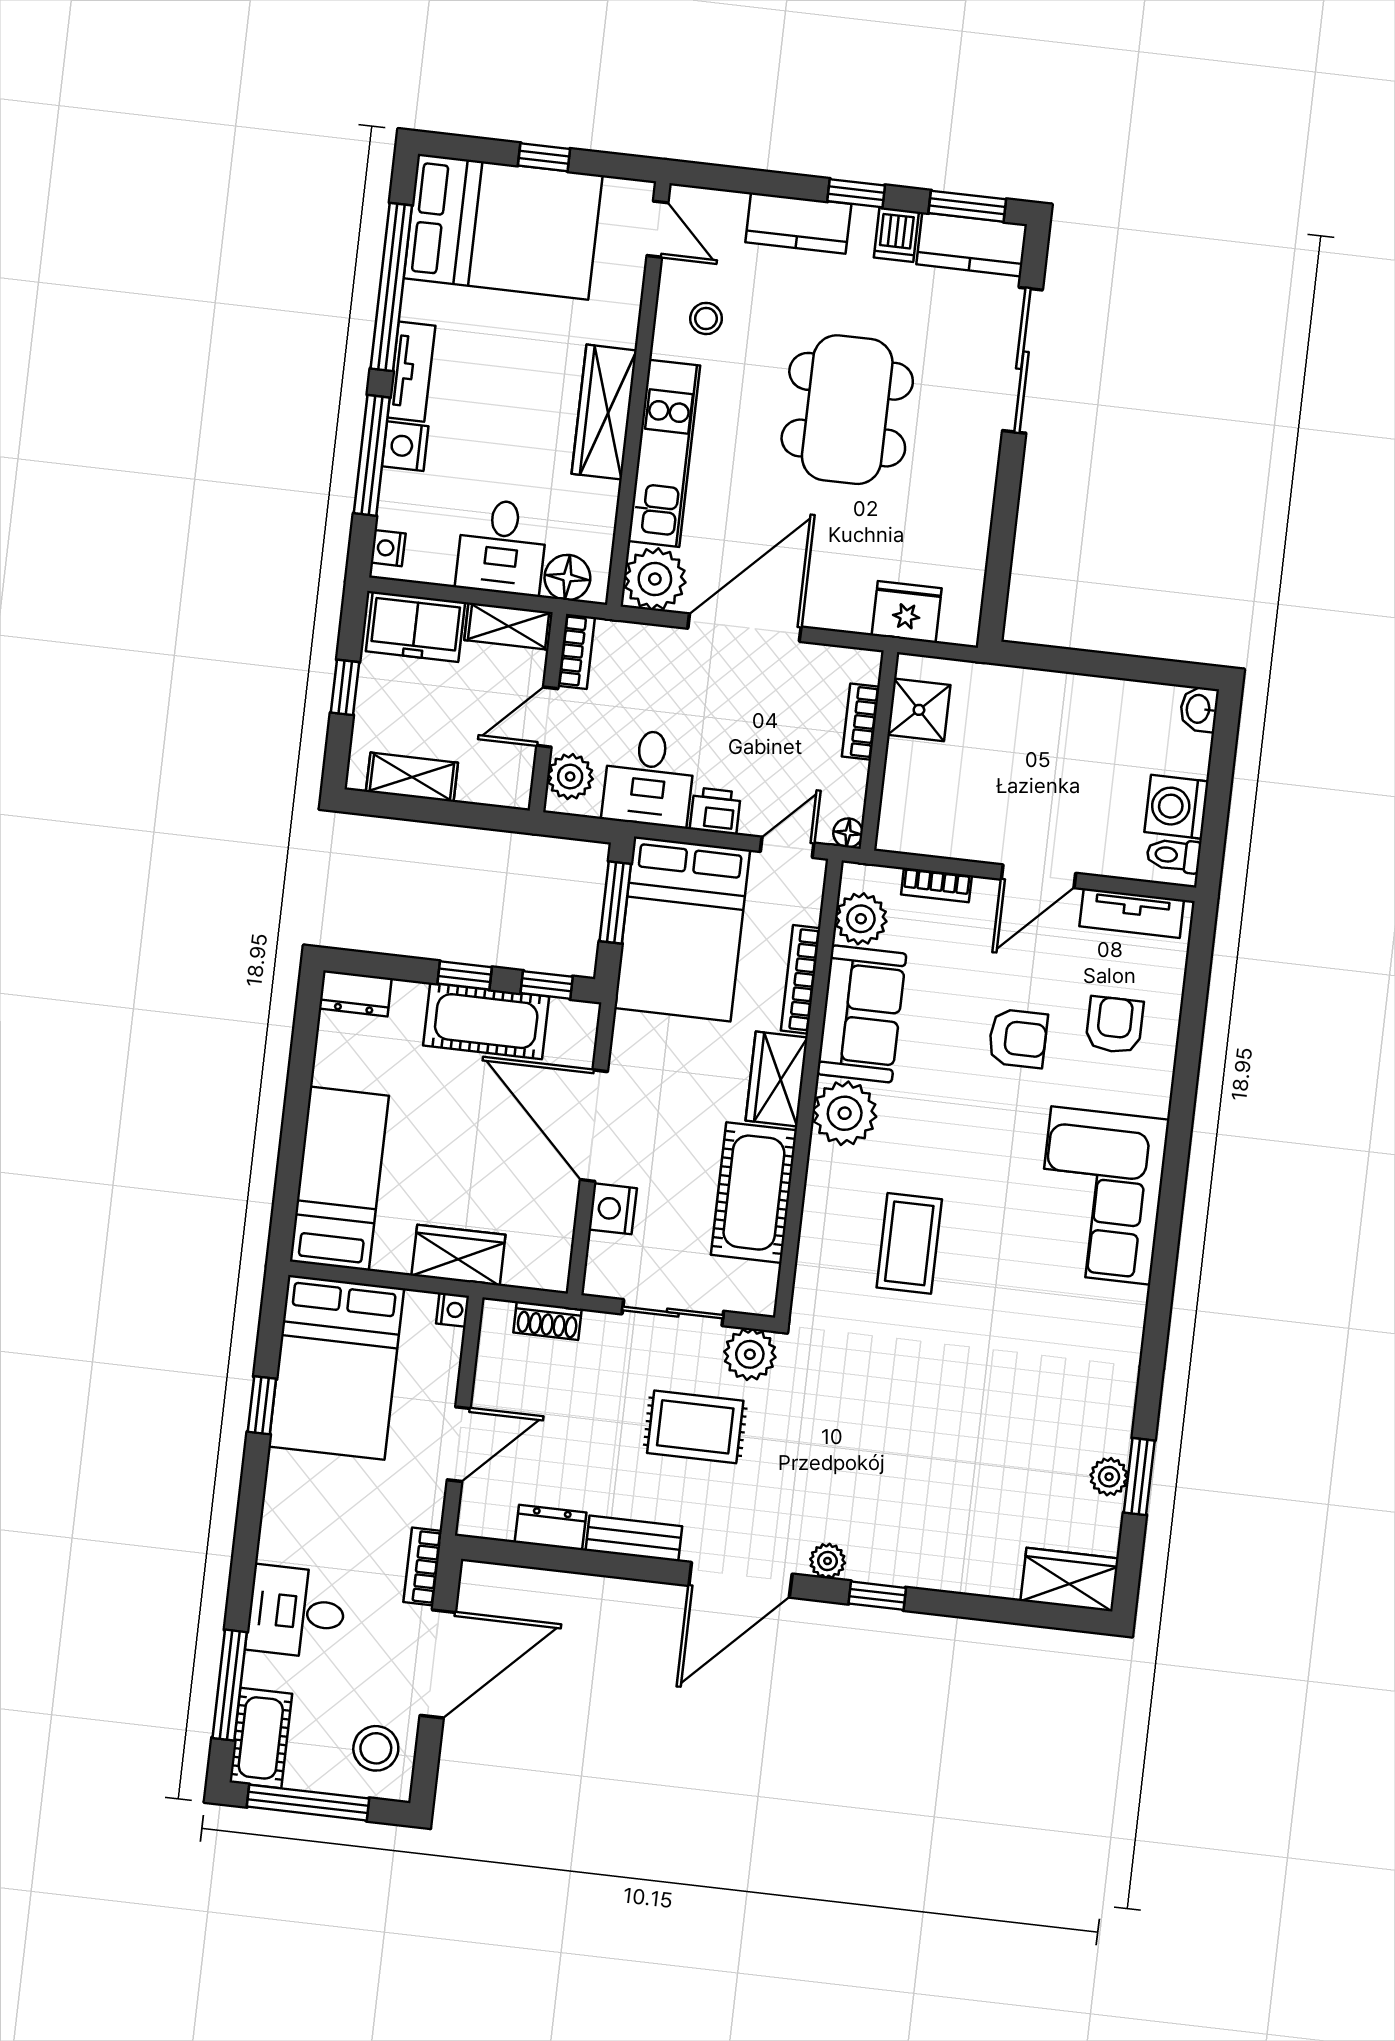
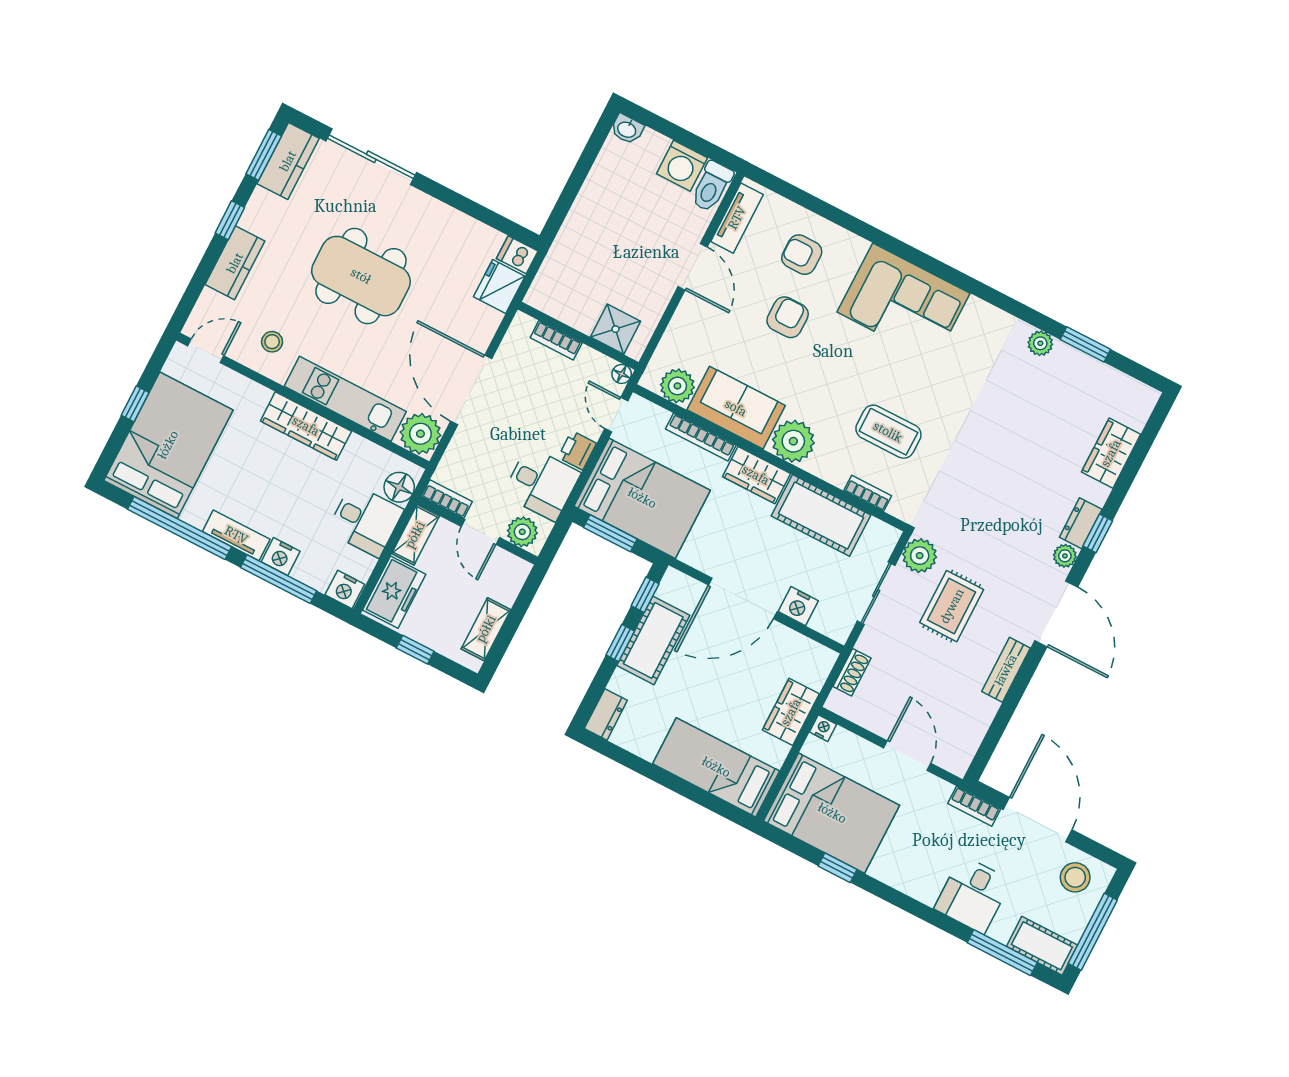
dishwasher: (896, 235) -> (517, 255), moved, turned 180
nightstand: (388, 548) -> (345, 589), width x1.39, depth x1.35
shower: (919, 710) -> (616, 329), moved
toilet: (1174, 855) -> (712, 187), width x1.37, depth x1.39
bookcase: (936, 885) -> (868, 493), moved, turned -90
plant: (1109, 1477) -> (1040, 343), moved
dresser: (551, 1527) -> (1081, 523), moved
wardrobe: (1070, 1580) -> (1111, 453), moved

